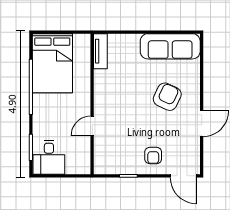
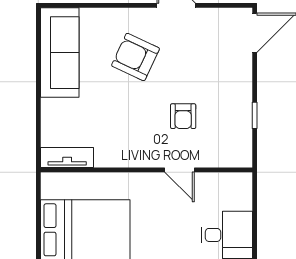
armchair: (153, 156) -> (183, 116), moved, turned 90

